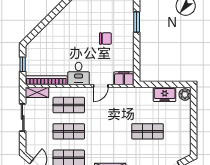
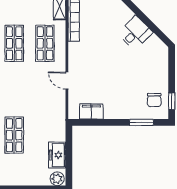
chair: (105, 39) -> (154, 100), moved
desk: (79, 74) -> (135, 33), moved, turned 135
filing cabinet: (124, 78) -> (91, 111), moved, turned -90

